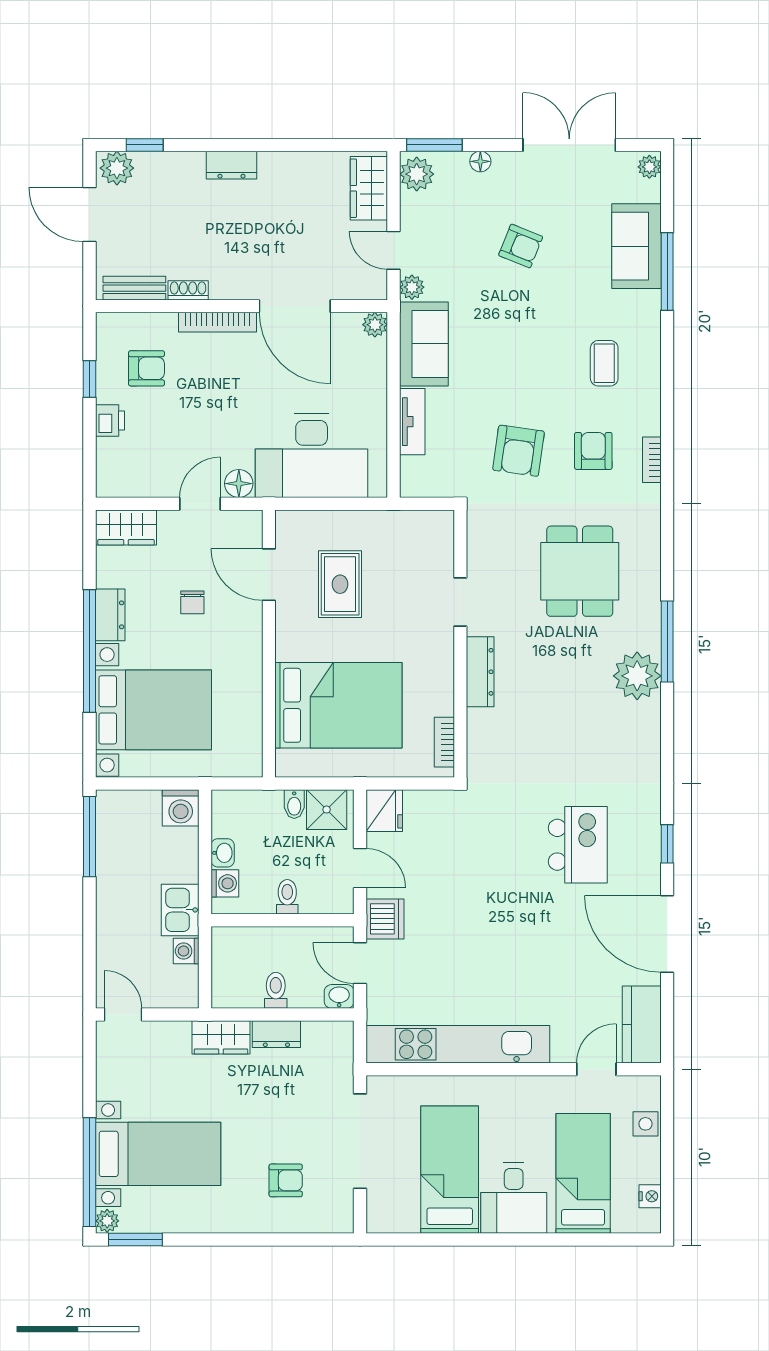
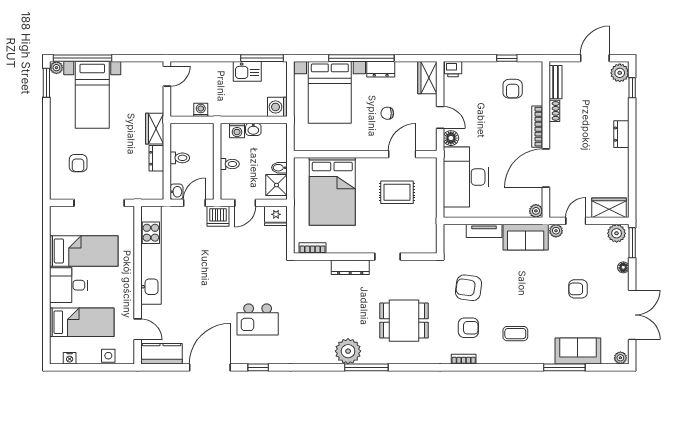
armchair: (521, 246) -> (578, 289), turned 68
printer: (110, 421) -> (453, 69), moved
kitchen sink: (180, 910) -> (247, 71), moved, turned 180

